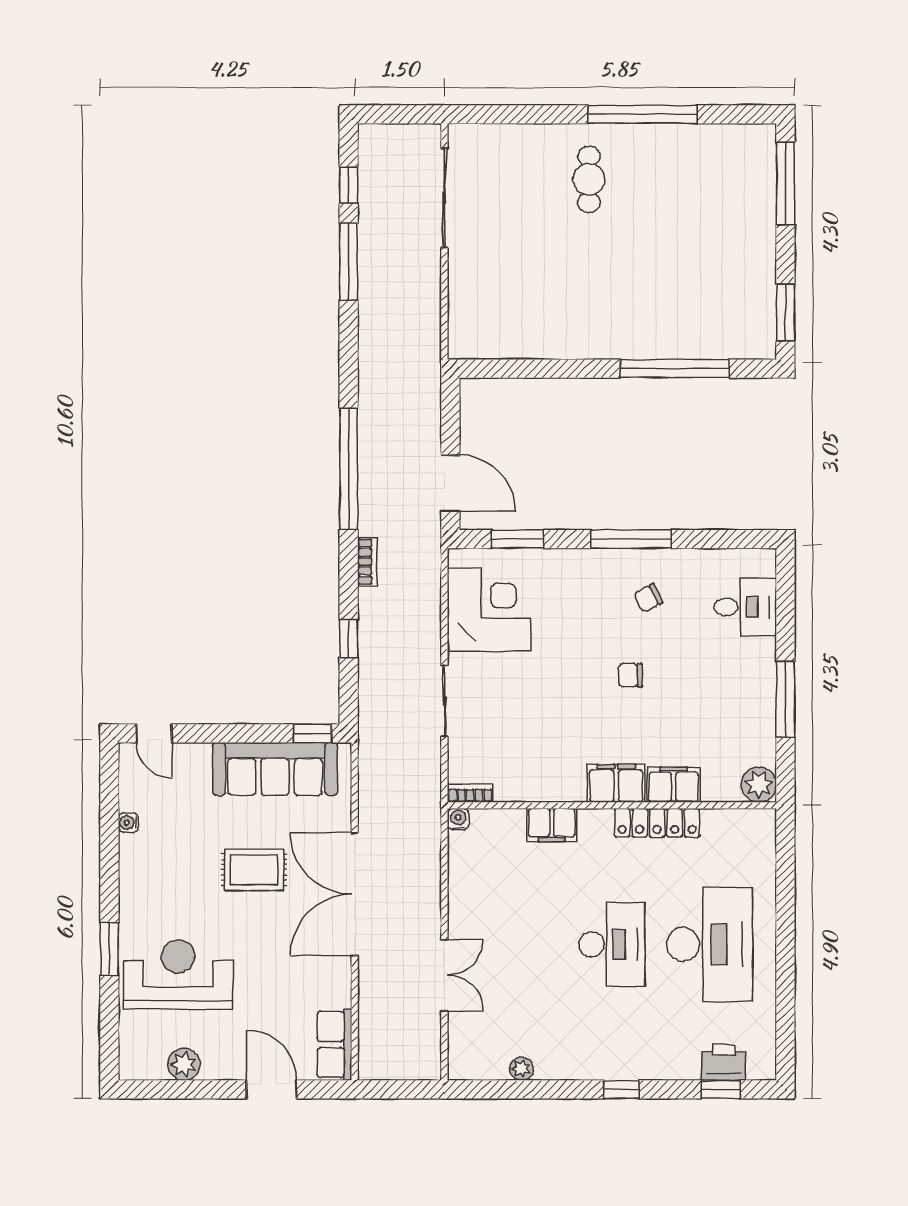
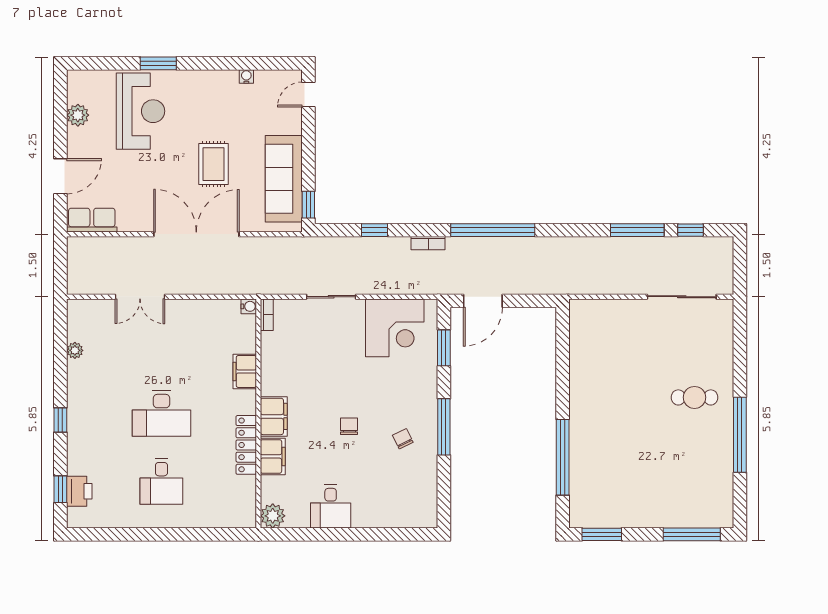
desk: (745, 607) -> (331, 506), moved
window: (785, 699) -> (332, 534), removed
desk: (710, 944) -> (161, 482), width x0.53, depth x0.77

